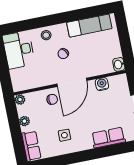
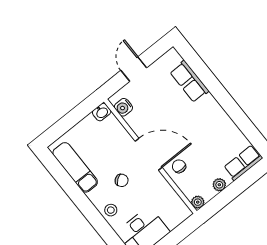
water cooler: (102, 84) -> (123, 107), moved
side table: (64, 135) -> (212, 132), removed

